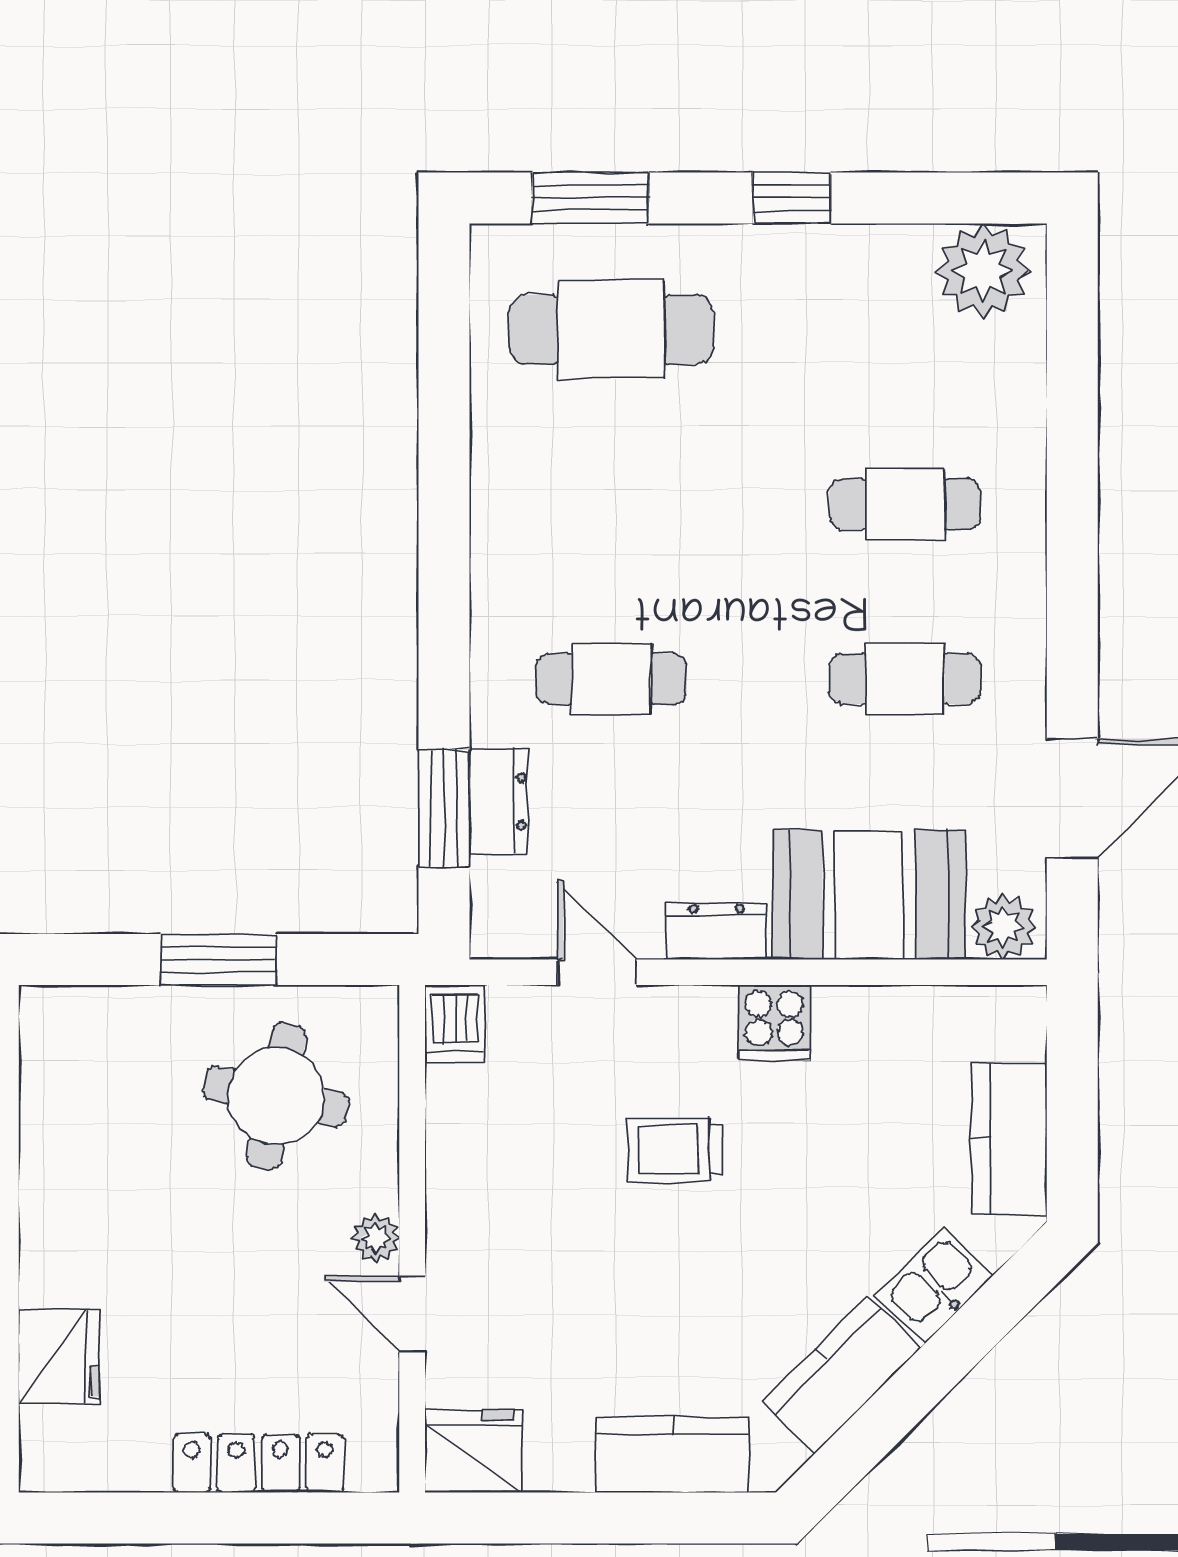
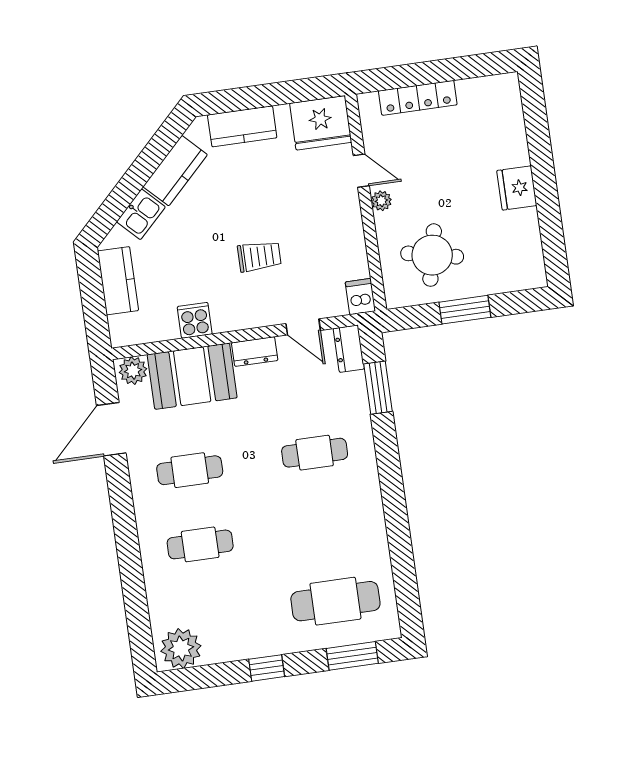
dresser: (499, 801) -> (349, 349), moved
cooker: (774, 1023) -> (195, 320), moved
fridge: (59, 1357) -> (517, 188), moved
fridge: (473, 1451) -> (321, 123), width x1.36, depth x1.34

